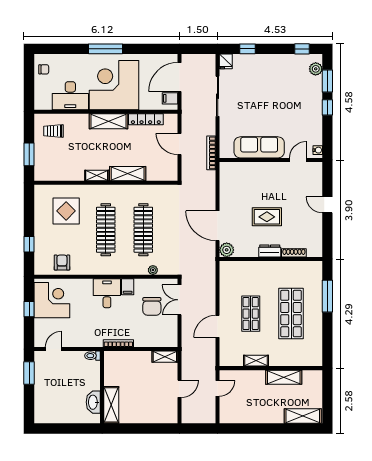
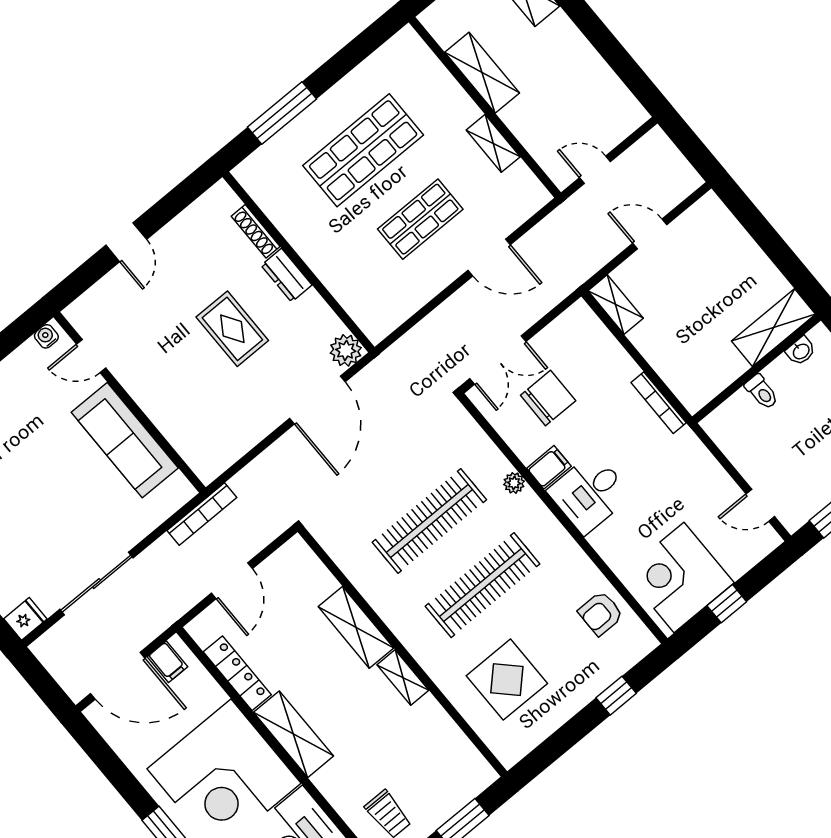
plant: (153, 270) -> (514, 483), moved
toilet: (92, 356) -> (762, 392), moved
washbasin: (93, 402) -> (801, 351), width x0.52, depth x0.69

